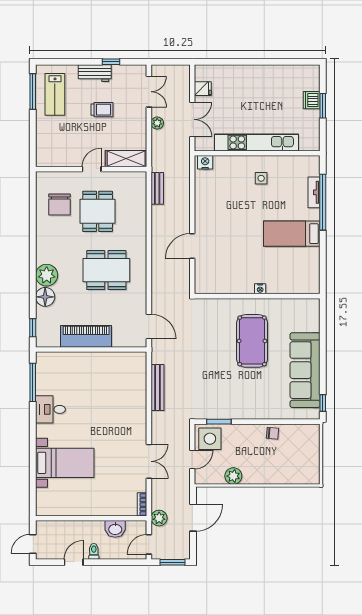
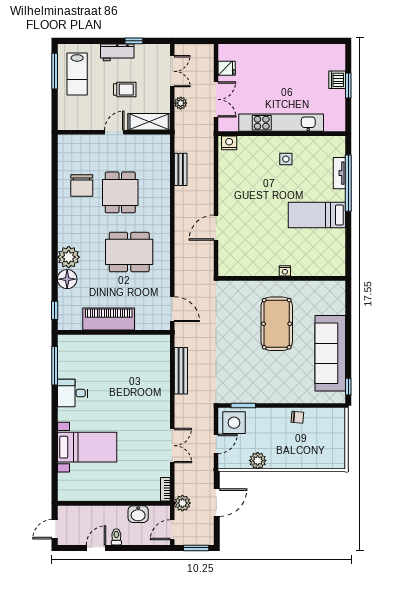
shelving: (126, 159) -> (149, 122), moved
wall: (91, 169) -> (114, 132), moved
door: (92, 169) -> (114, 132), moved

